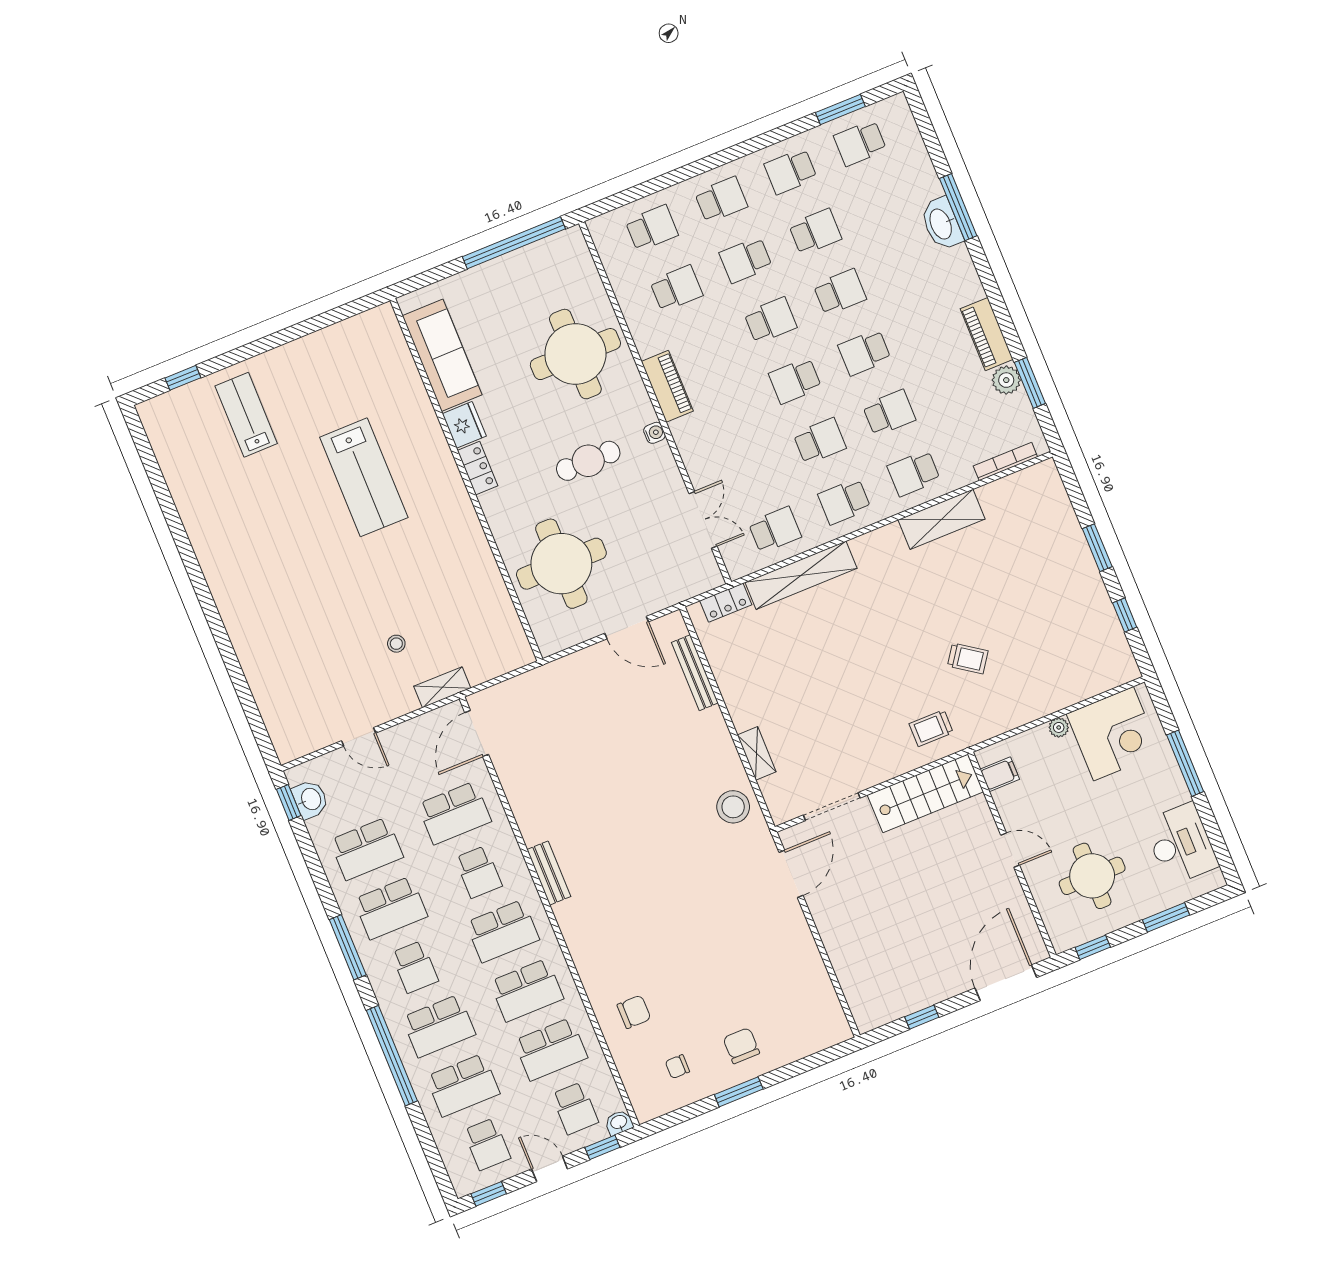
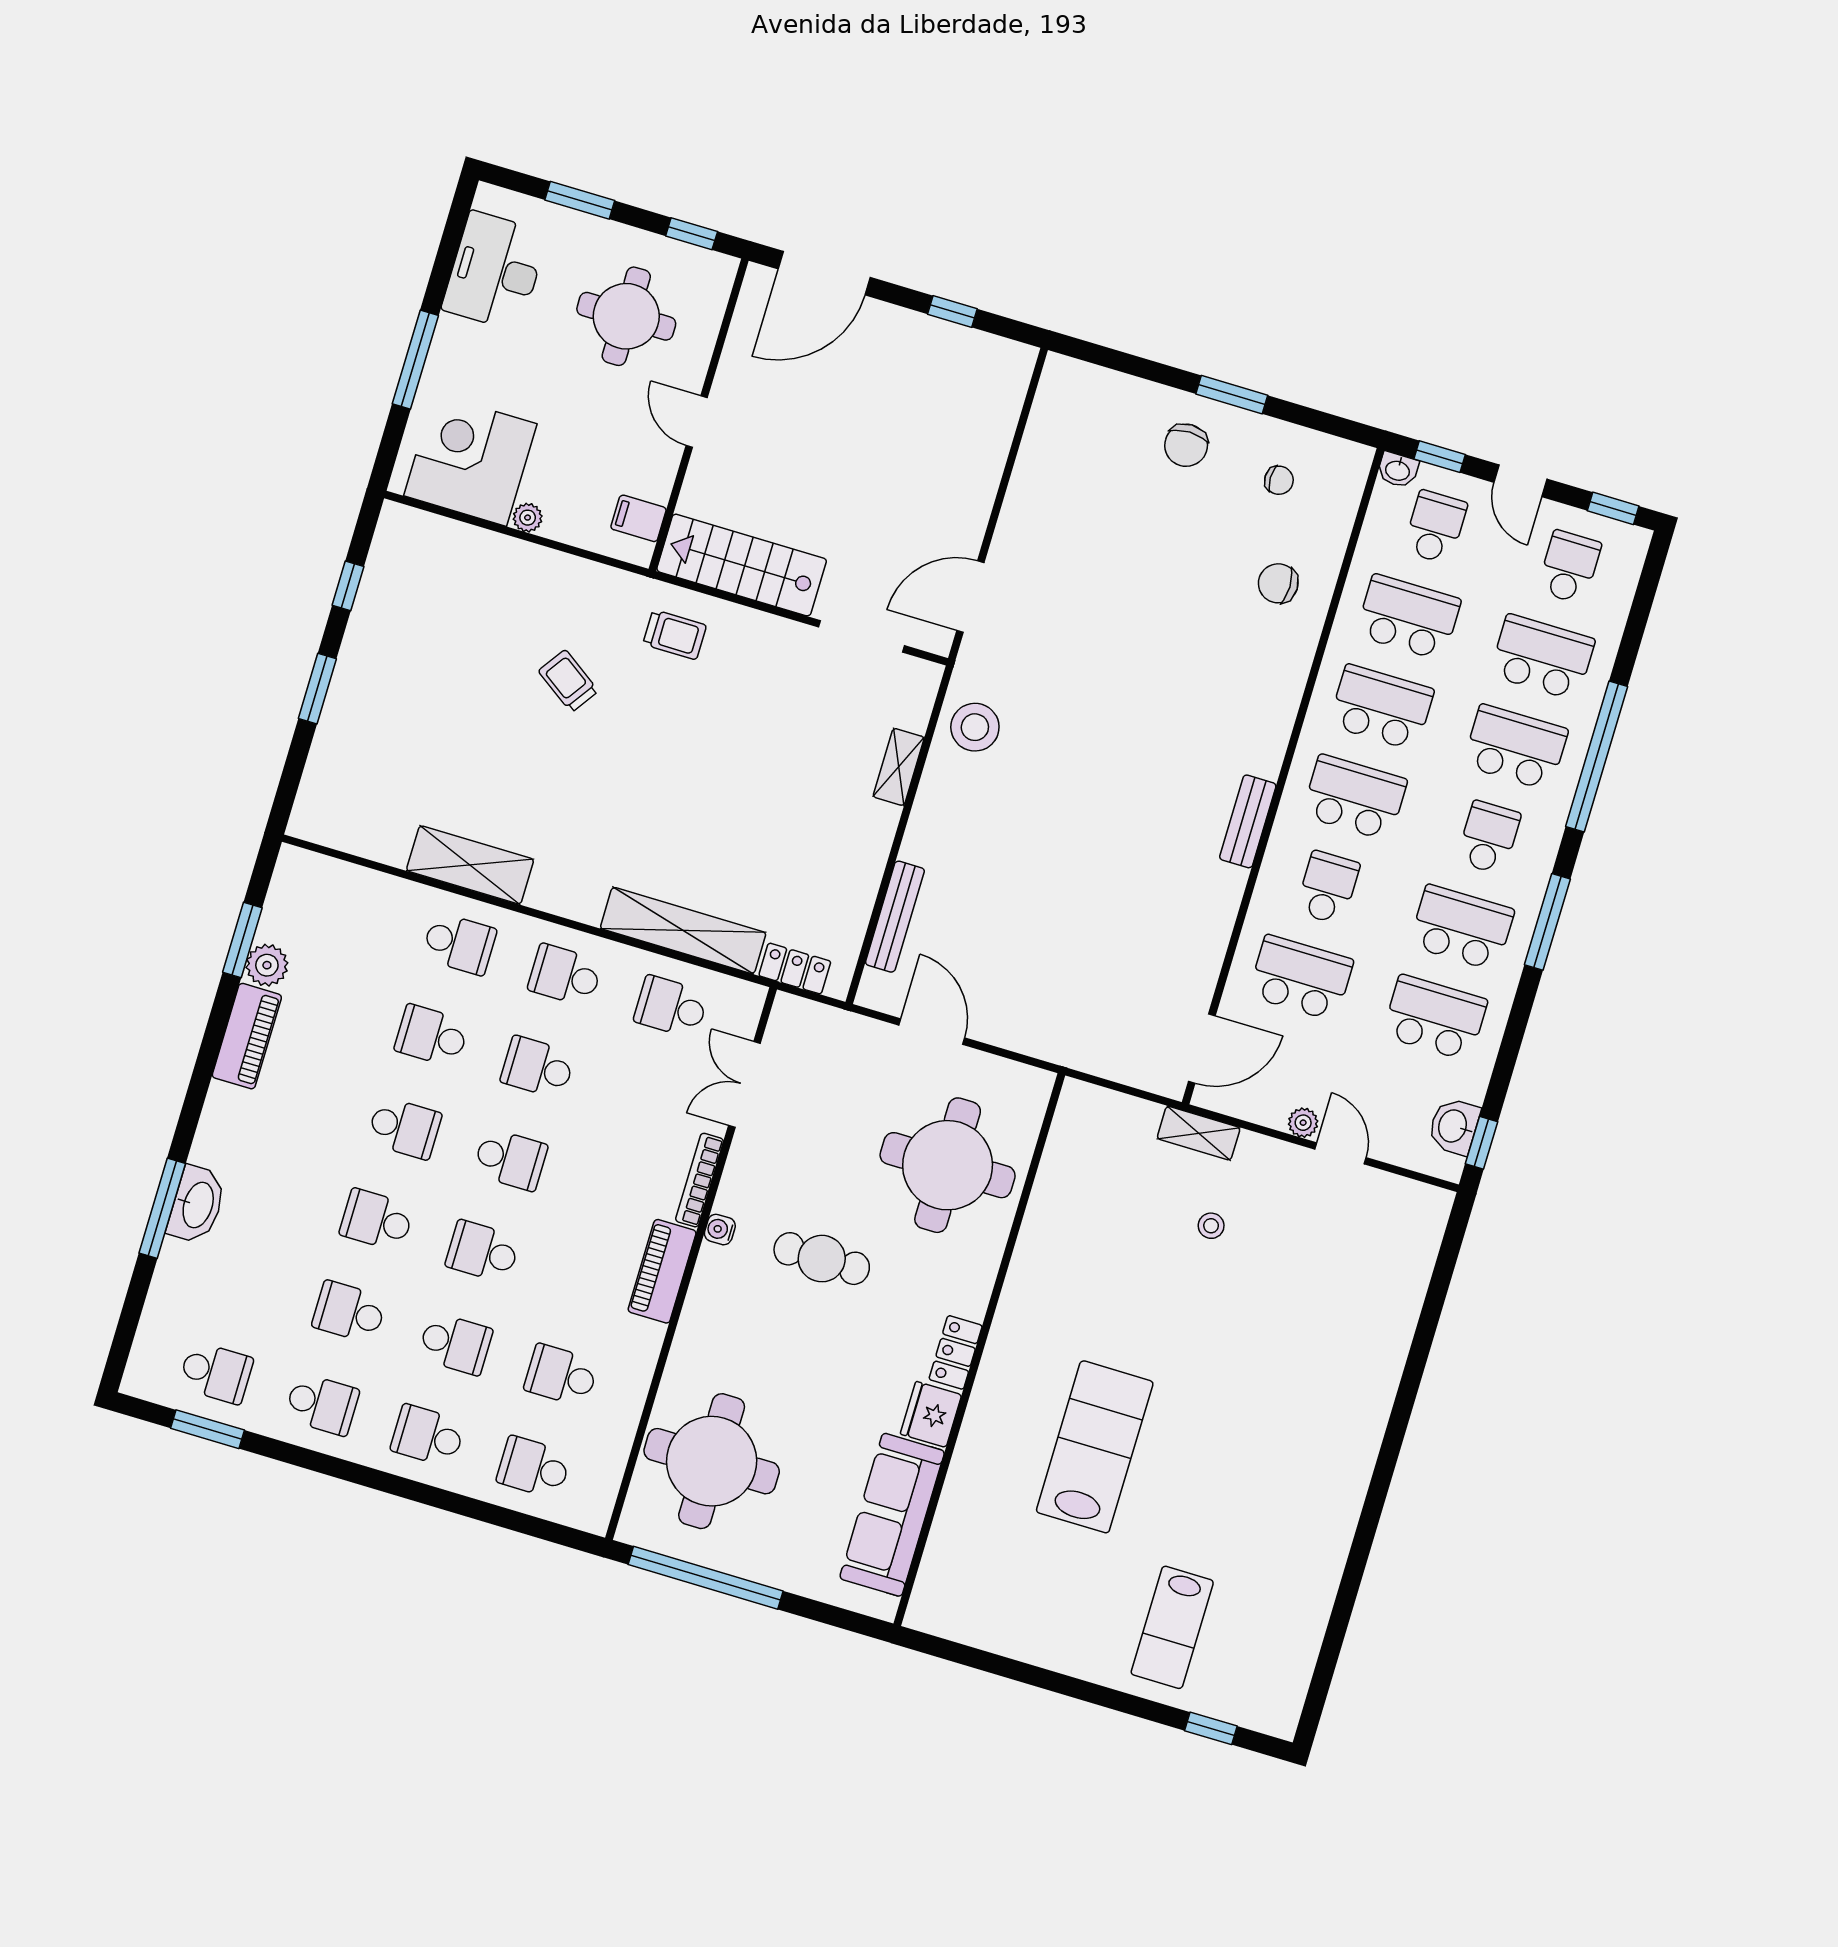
round table: (575, 354) -> (712, 1461), moved
bookcase: (1005, 461) -> (700, 1180), moved, turned 90
school desk: (844, 501) -> (565, 975), turned 180
plant: (391, 737) -> (1303, 1123), added

